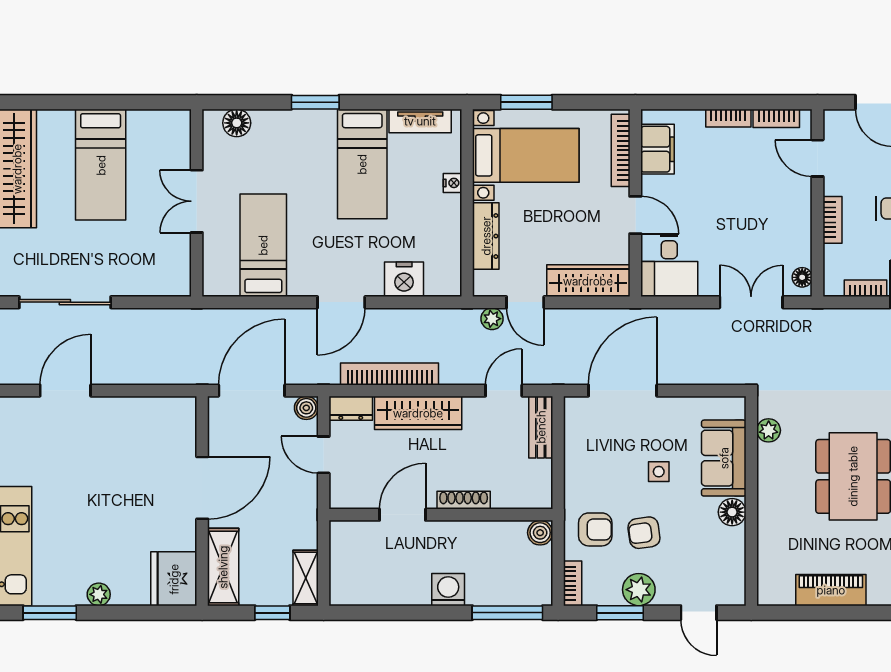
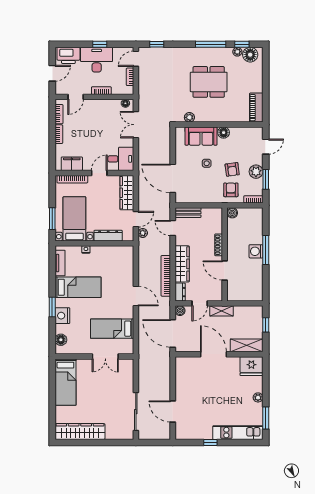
bed: (101, 165) -> (65, 382), moved, turned 90
double door: (197, 201) -> (105, 357), moved
nightstand: (404, 279) -> (62, 316), moved, turned 180
shelving: (306, 578) -> (222, 311), moved
piano: (831, 590) -> (256, 108), moved
window: (507, 613) -> (266, 250), moved

